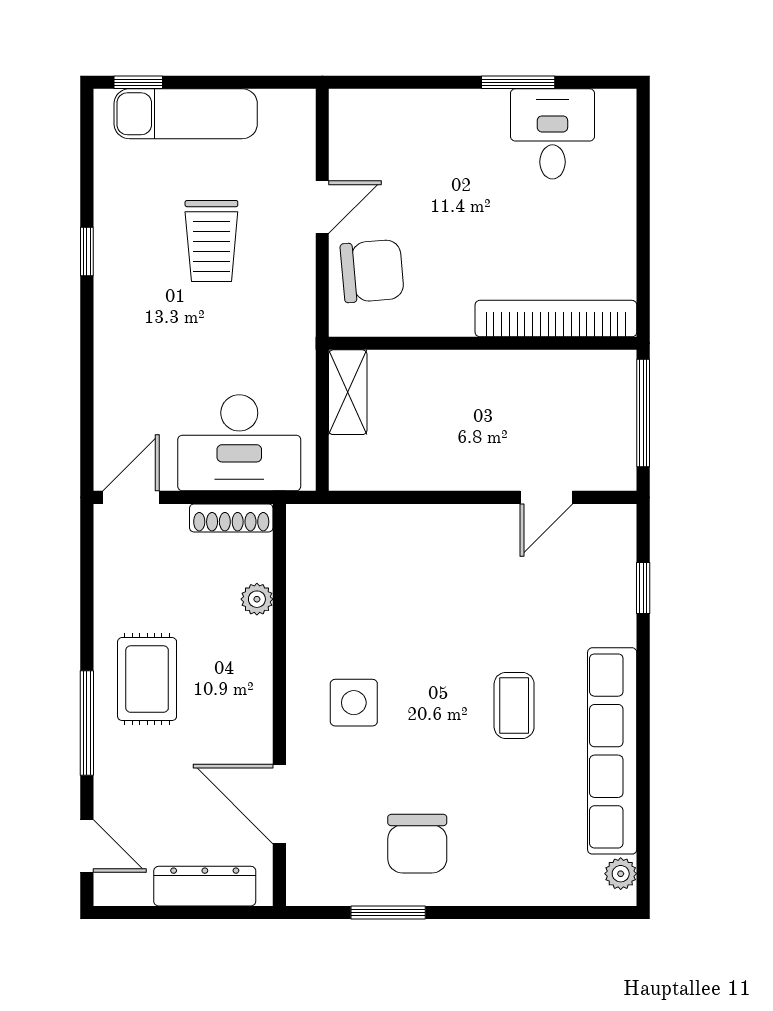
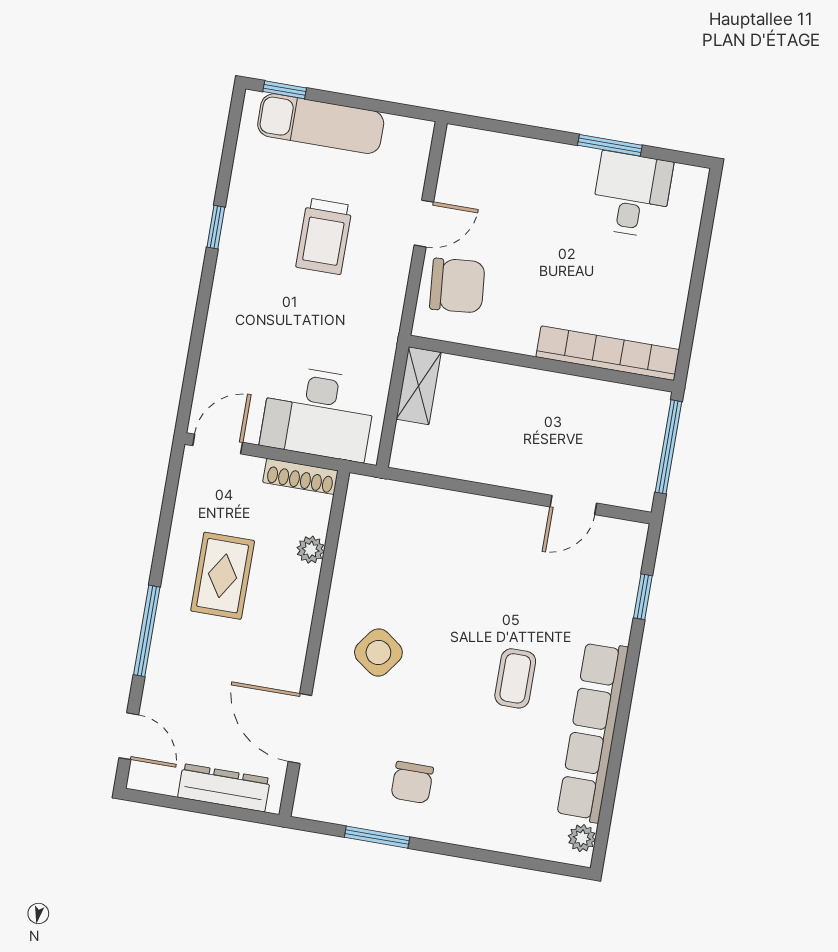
rug: (147, 679) -> (223, 576), moved
side table: (354, 703) -> (378, 652), turned 36
chair: (417, 844) -> (412, 782), width x0.73, depth x0.73

